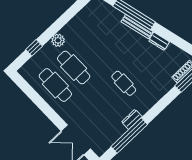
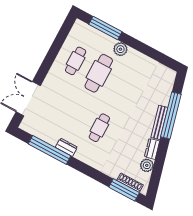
window: (34, 48) -> (105, 28), width x2.17
plant: (173, 51) -> (147, 165), added
cafe table: (55, 85) -> (76, 61), width x0.73, depth x0.74

